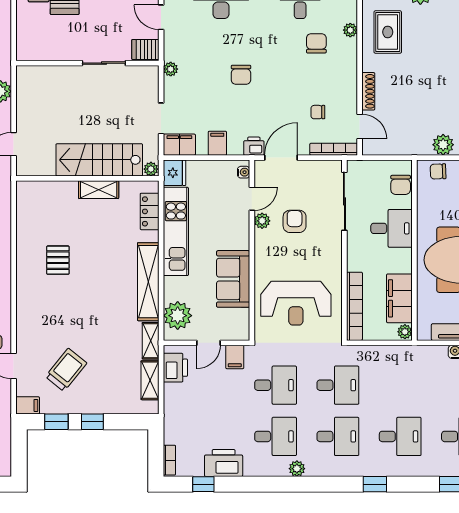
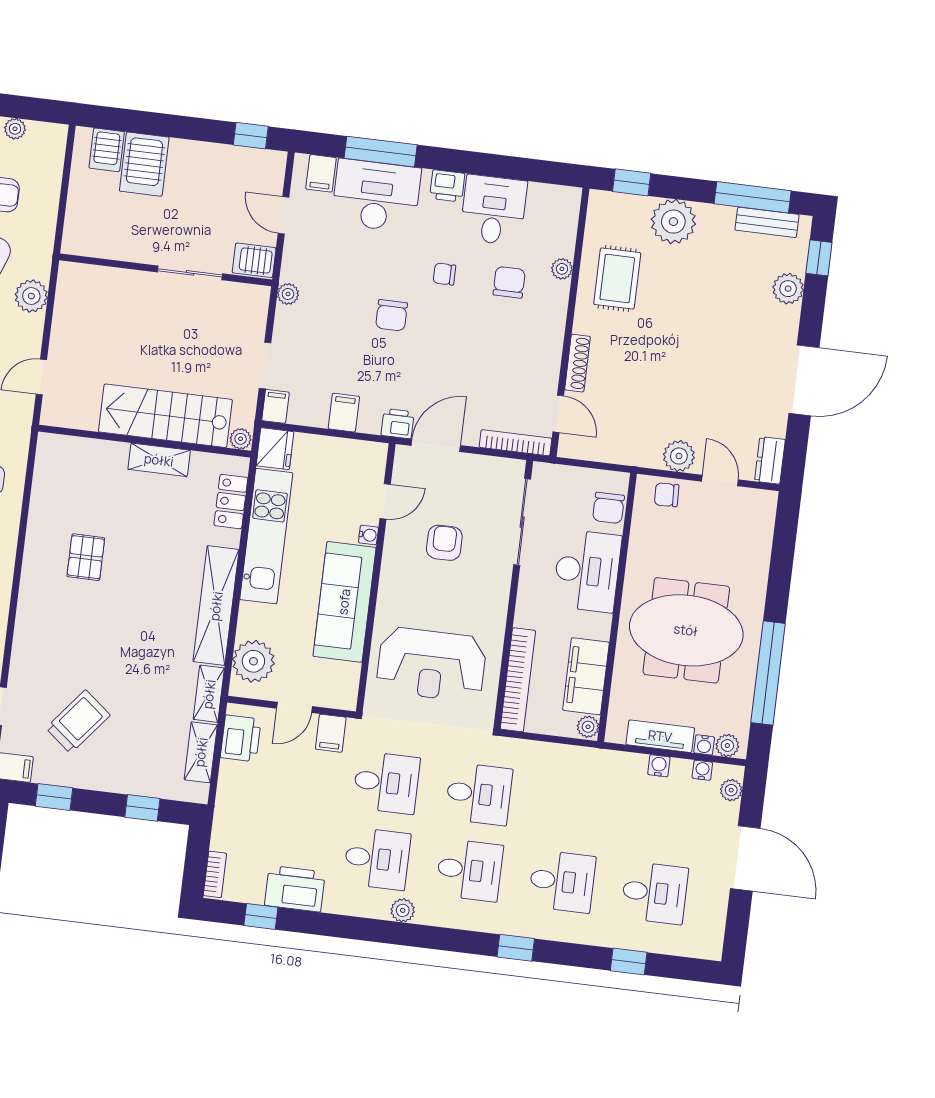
chair: (318, 112) -> (444, 274), moved
filing cabinet: (179, 145) -> (275, 406), width x0.50
water cooler: (244, 172) -> (368, 535), moved
plant: (262, 221) -> (396, 536), removed
desk: (392, 228) -> (587, 571), width x1.37
sofa: (233, 279) -> (344, 602), width x1.36
window: (92, 422) -> (142, 808), moved

